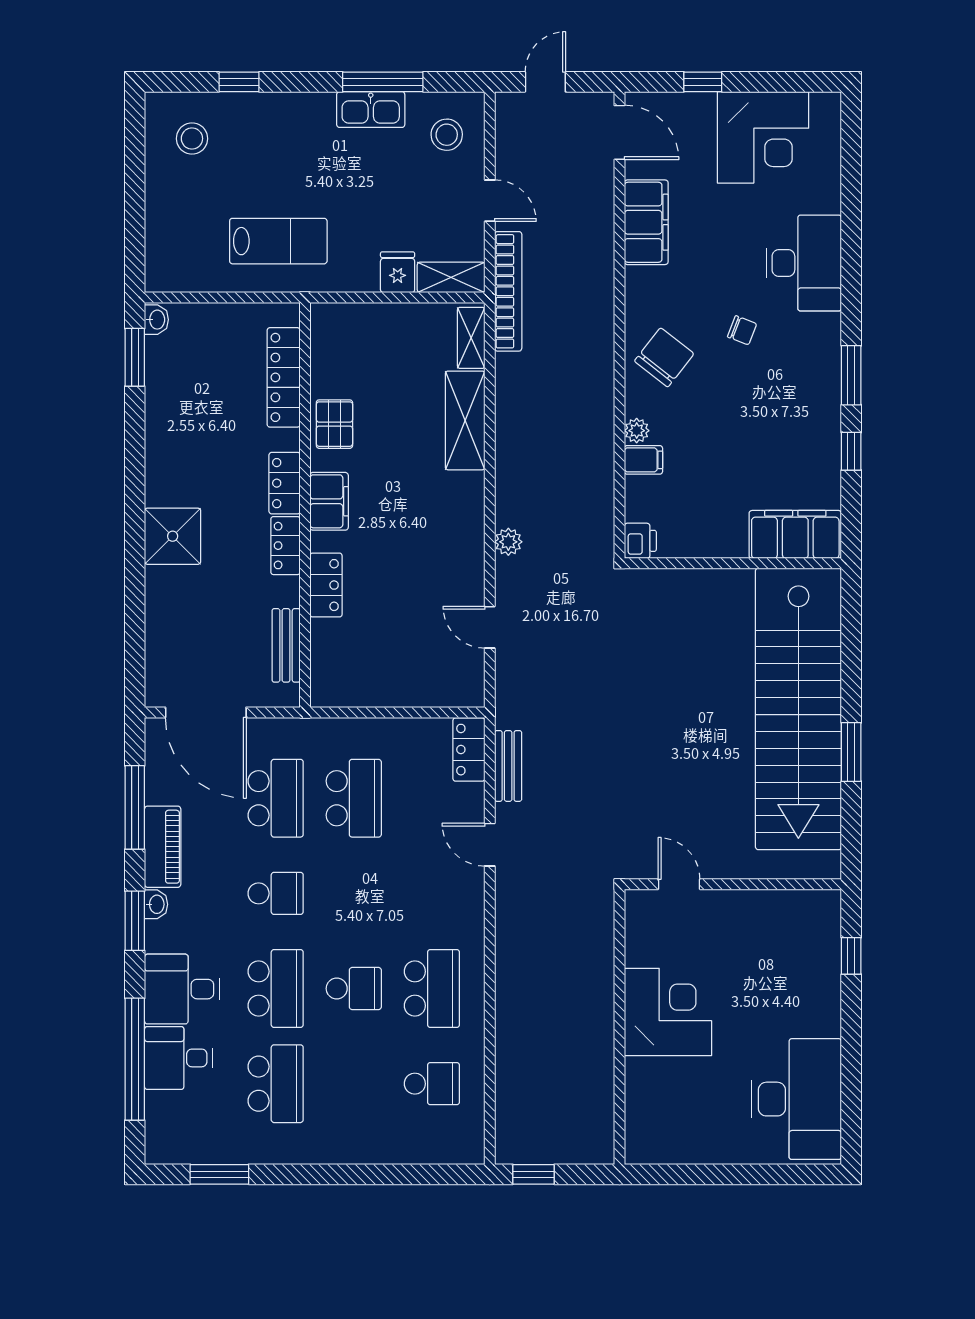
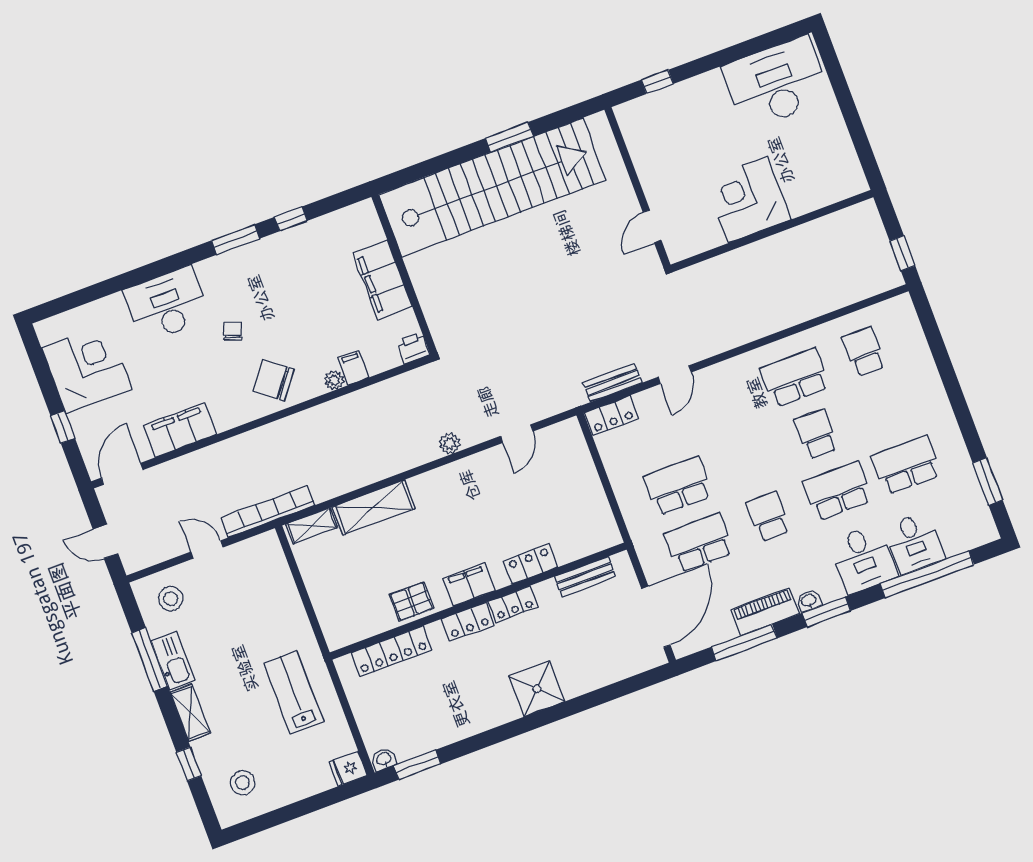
door: (490, 201) -> (207, 550), hinge flipped
fridge: (398, 272) -> (348, 768), moved
shelving: (451, 277) -> (190, 713), moved
filing cabinet: (795, 534) -> (382, 280), moved

